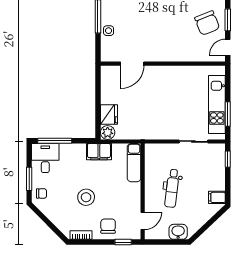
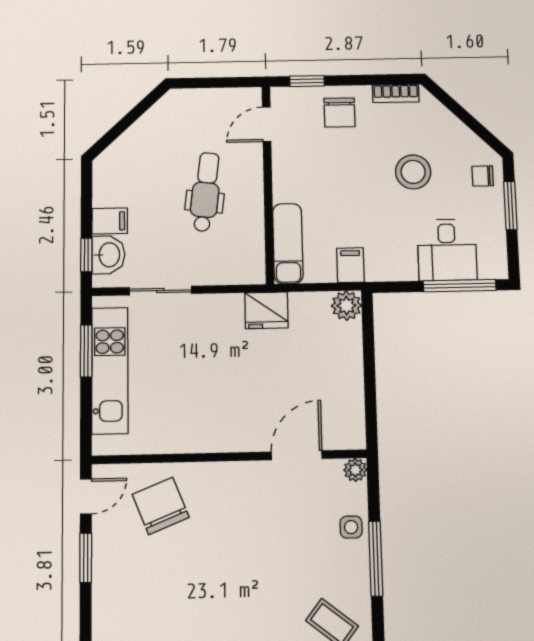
chair: (207, 23) -> (161, 506), moved
plant: (106, 56) -> (355, 470), added
fridge: (109, 115) -> (266, 310), moved, turned -90
filing cabinet: (99, 152) -> (350, 265), width x0.50
desk: (45, 158) -> (447, 250), moved
stool: (86, 197) -> (413, 172), moved
filing cabinet: (217, 197) -> (110, 221), moved
washbasin: (178, 232) -> (108, 255), moved, turned -90

